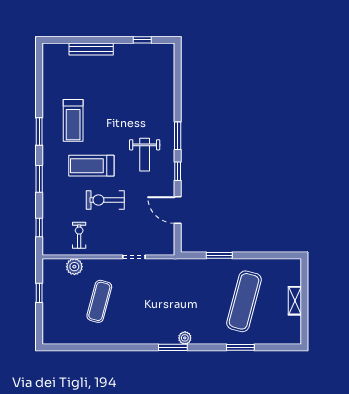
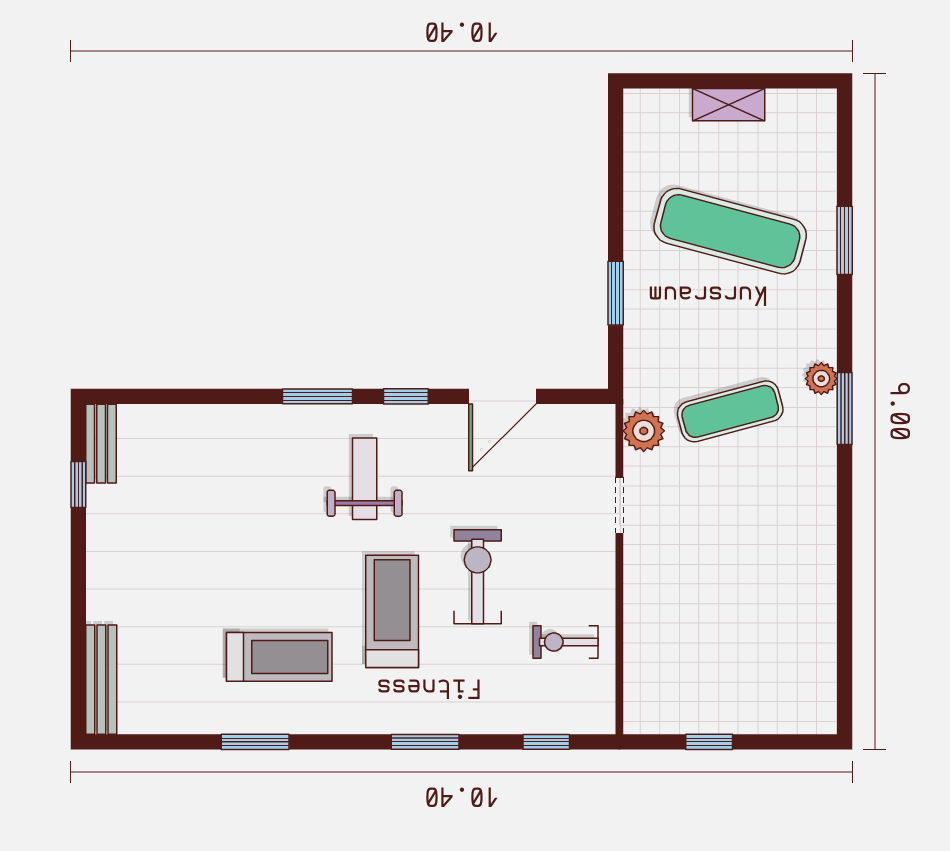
bench: (91, 49) -> (101, 680), moved
bench: (159, 49) -> (101, 444), added
window: (39, 132) -> (255, 742), moved
weight bench: (145, 155) -> (365, 479), turned -90
treadmill: (91, 166) -> (392, 611), turned 180
exercise bike: (105, 200) -> (478, 577), turned 180
plant: (74, 267) -> (644, 431), moved
exercise mat: (99, 301) -> (730, 411), moved, turned -30

